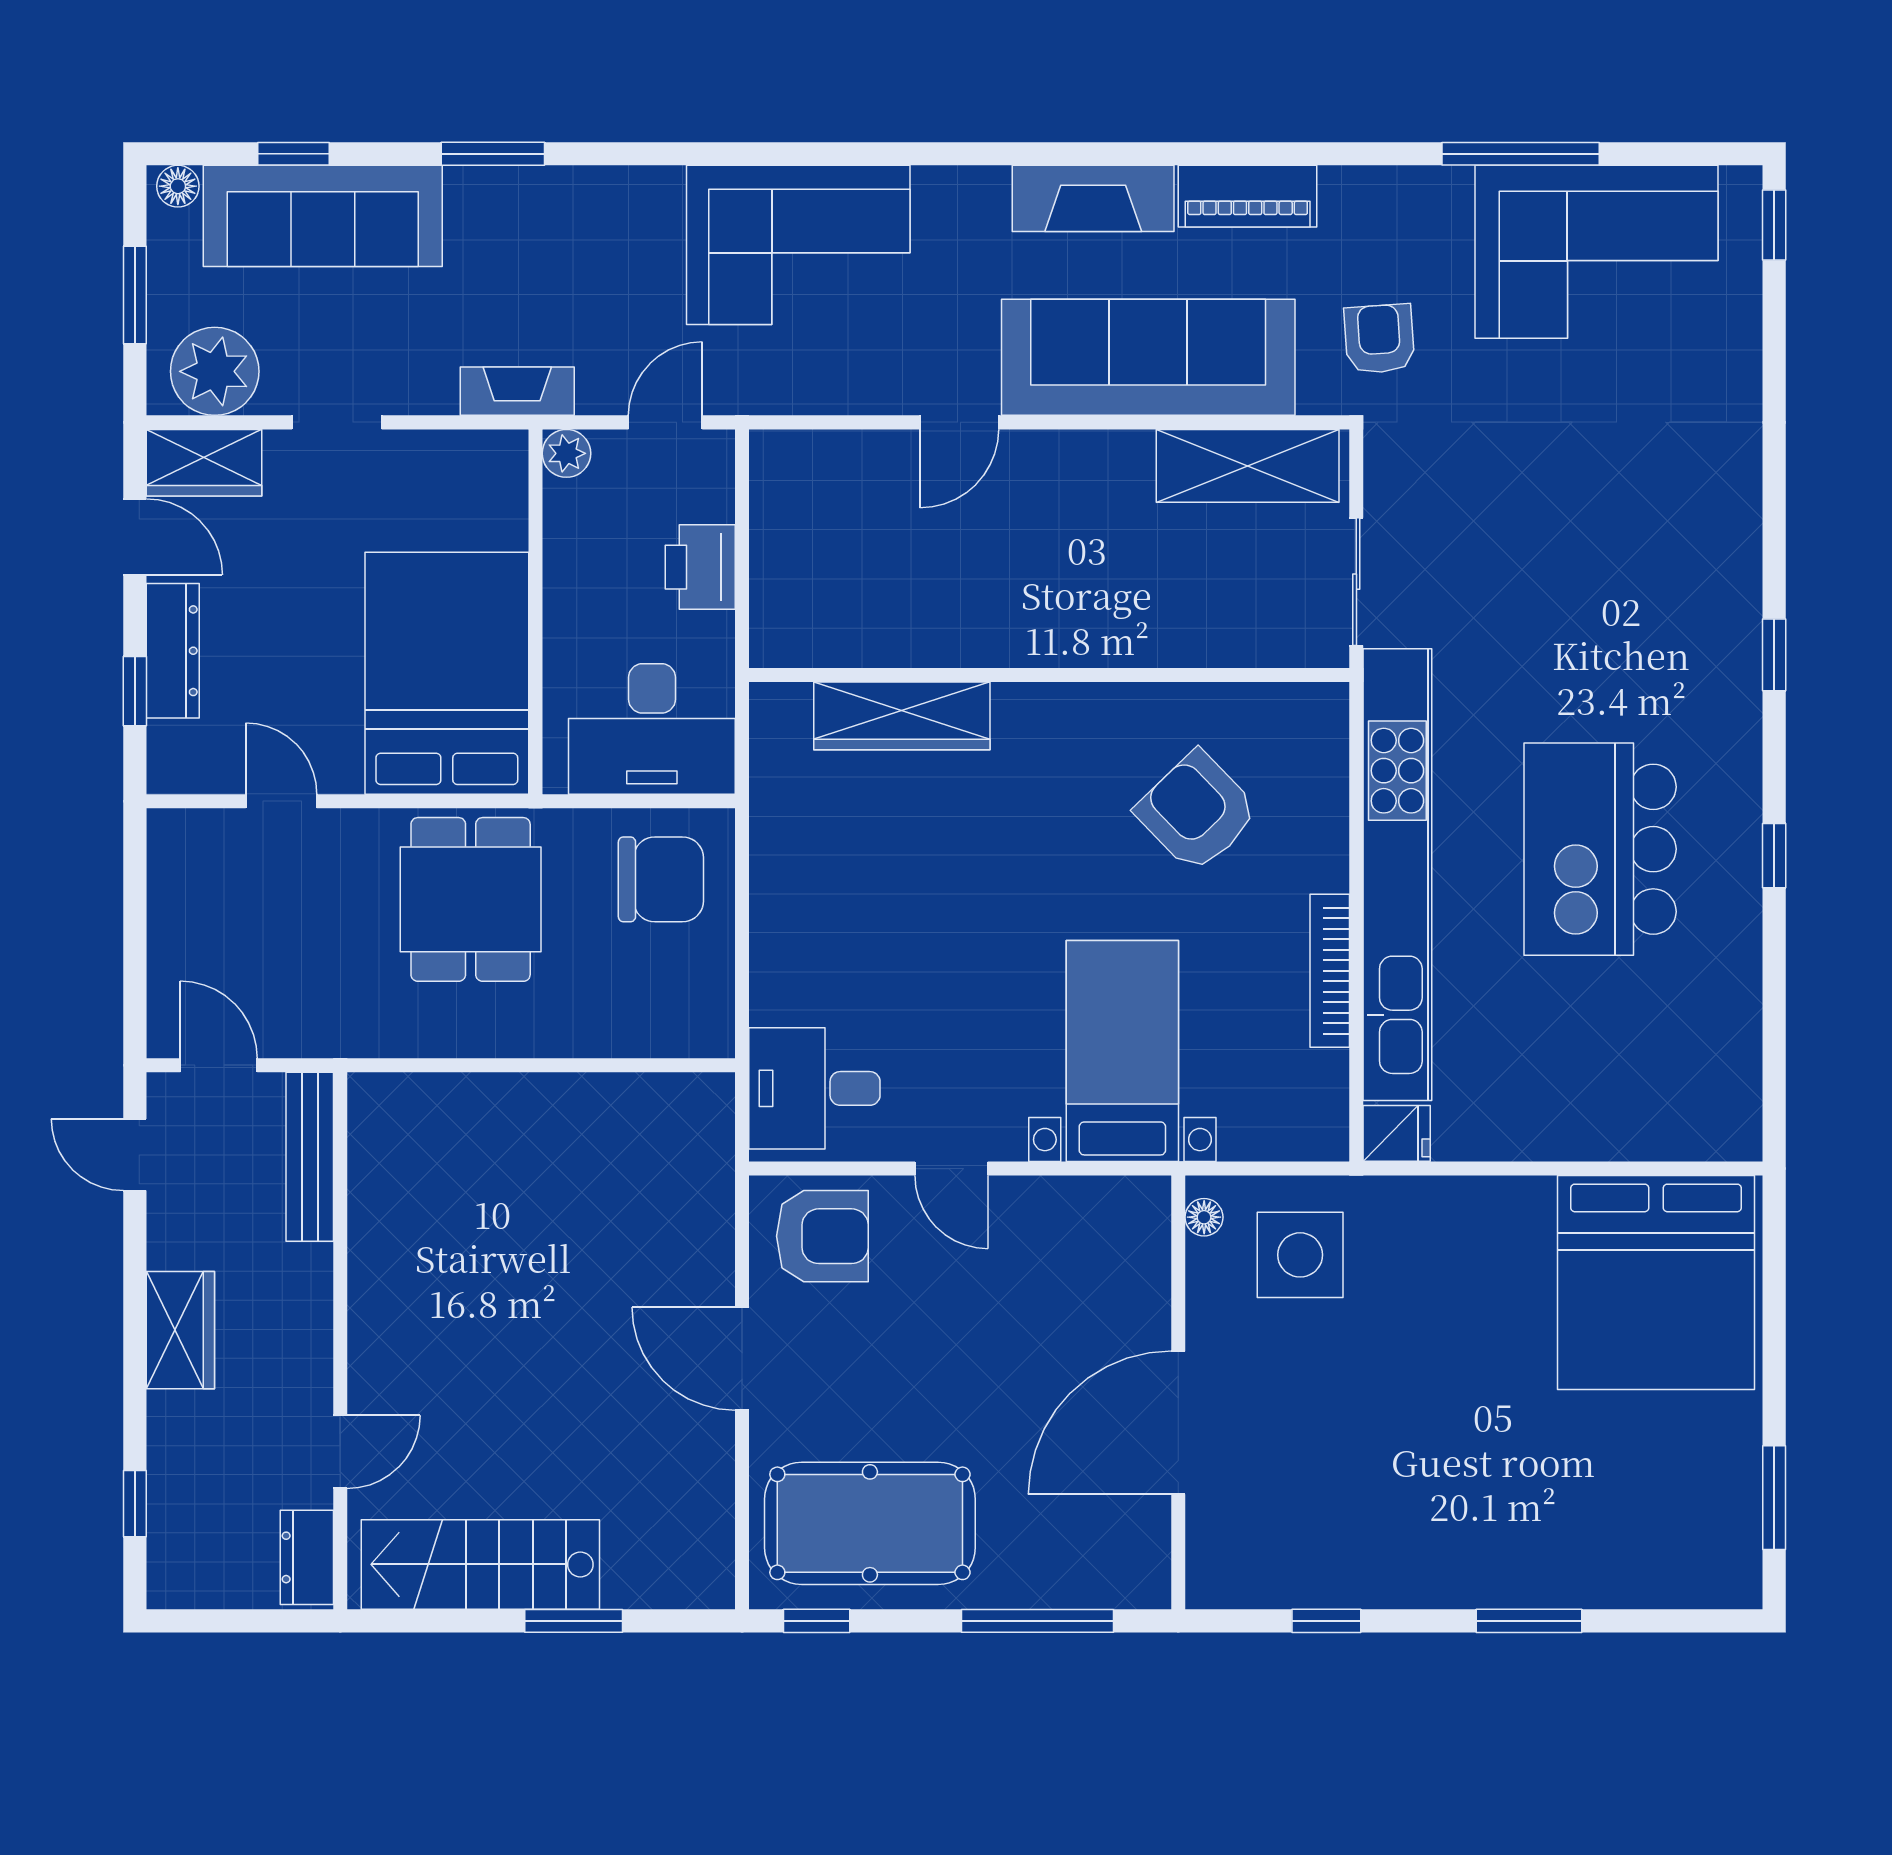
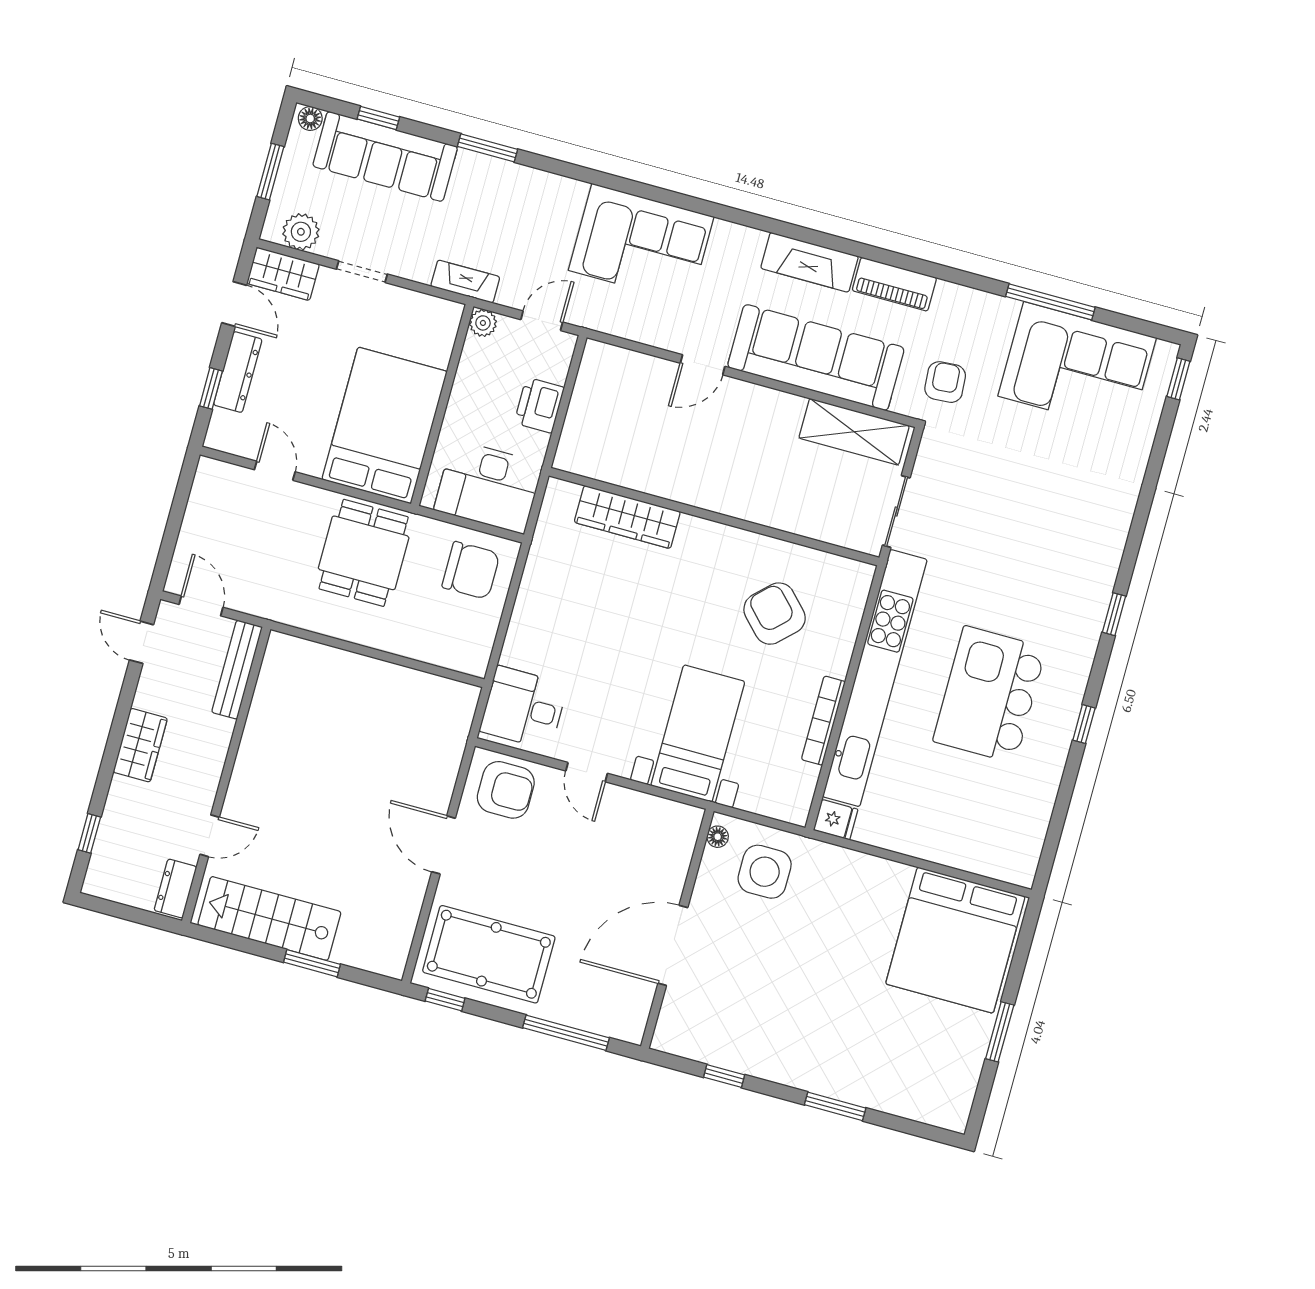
plant: (215, 371) -> (301, 232), width x0.73, depth x0.73
window: (1774, 1498) -> (1000, 1032), moved

